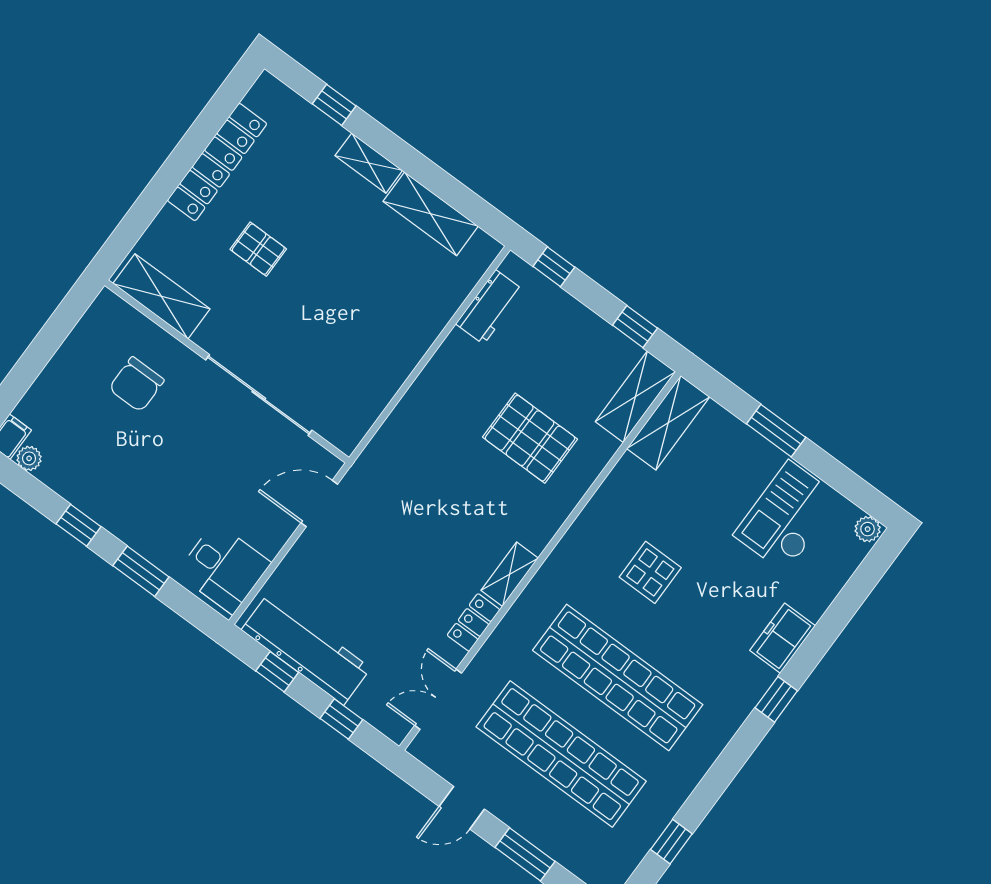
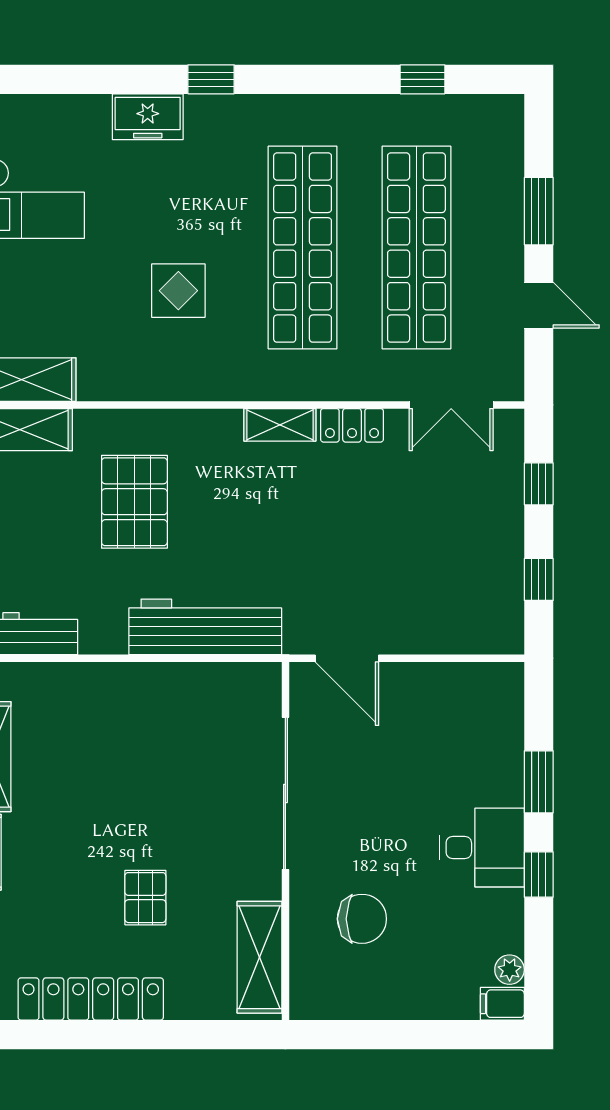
desk: (224, 568) -> (482, 848), moved, turned 90
workbench: (306, 649) -> (205, 627), moved, turned 90

